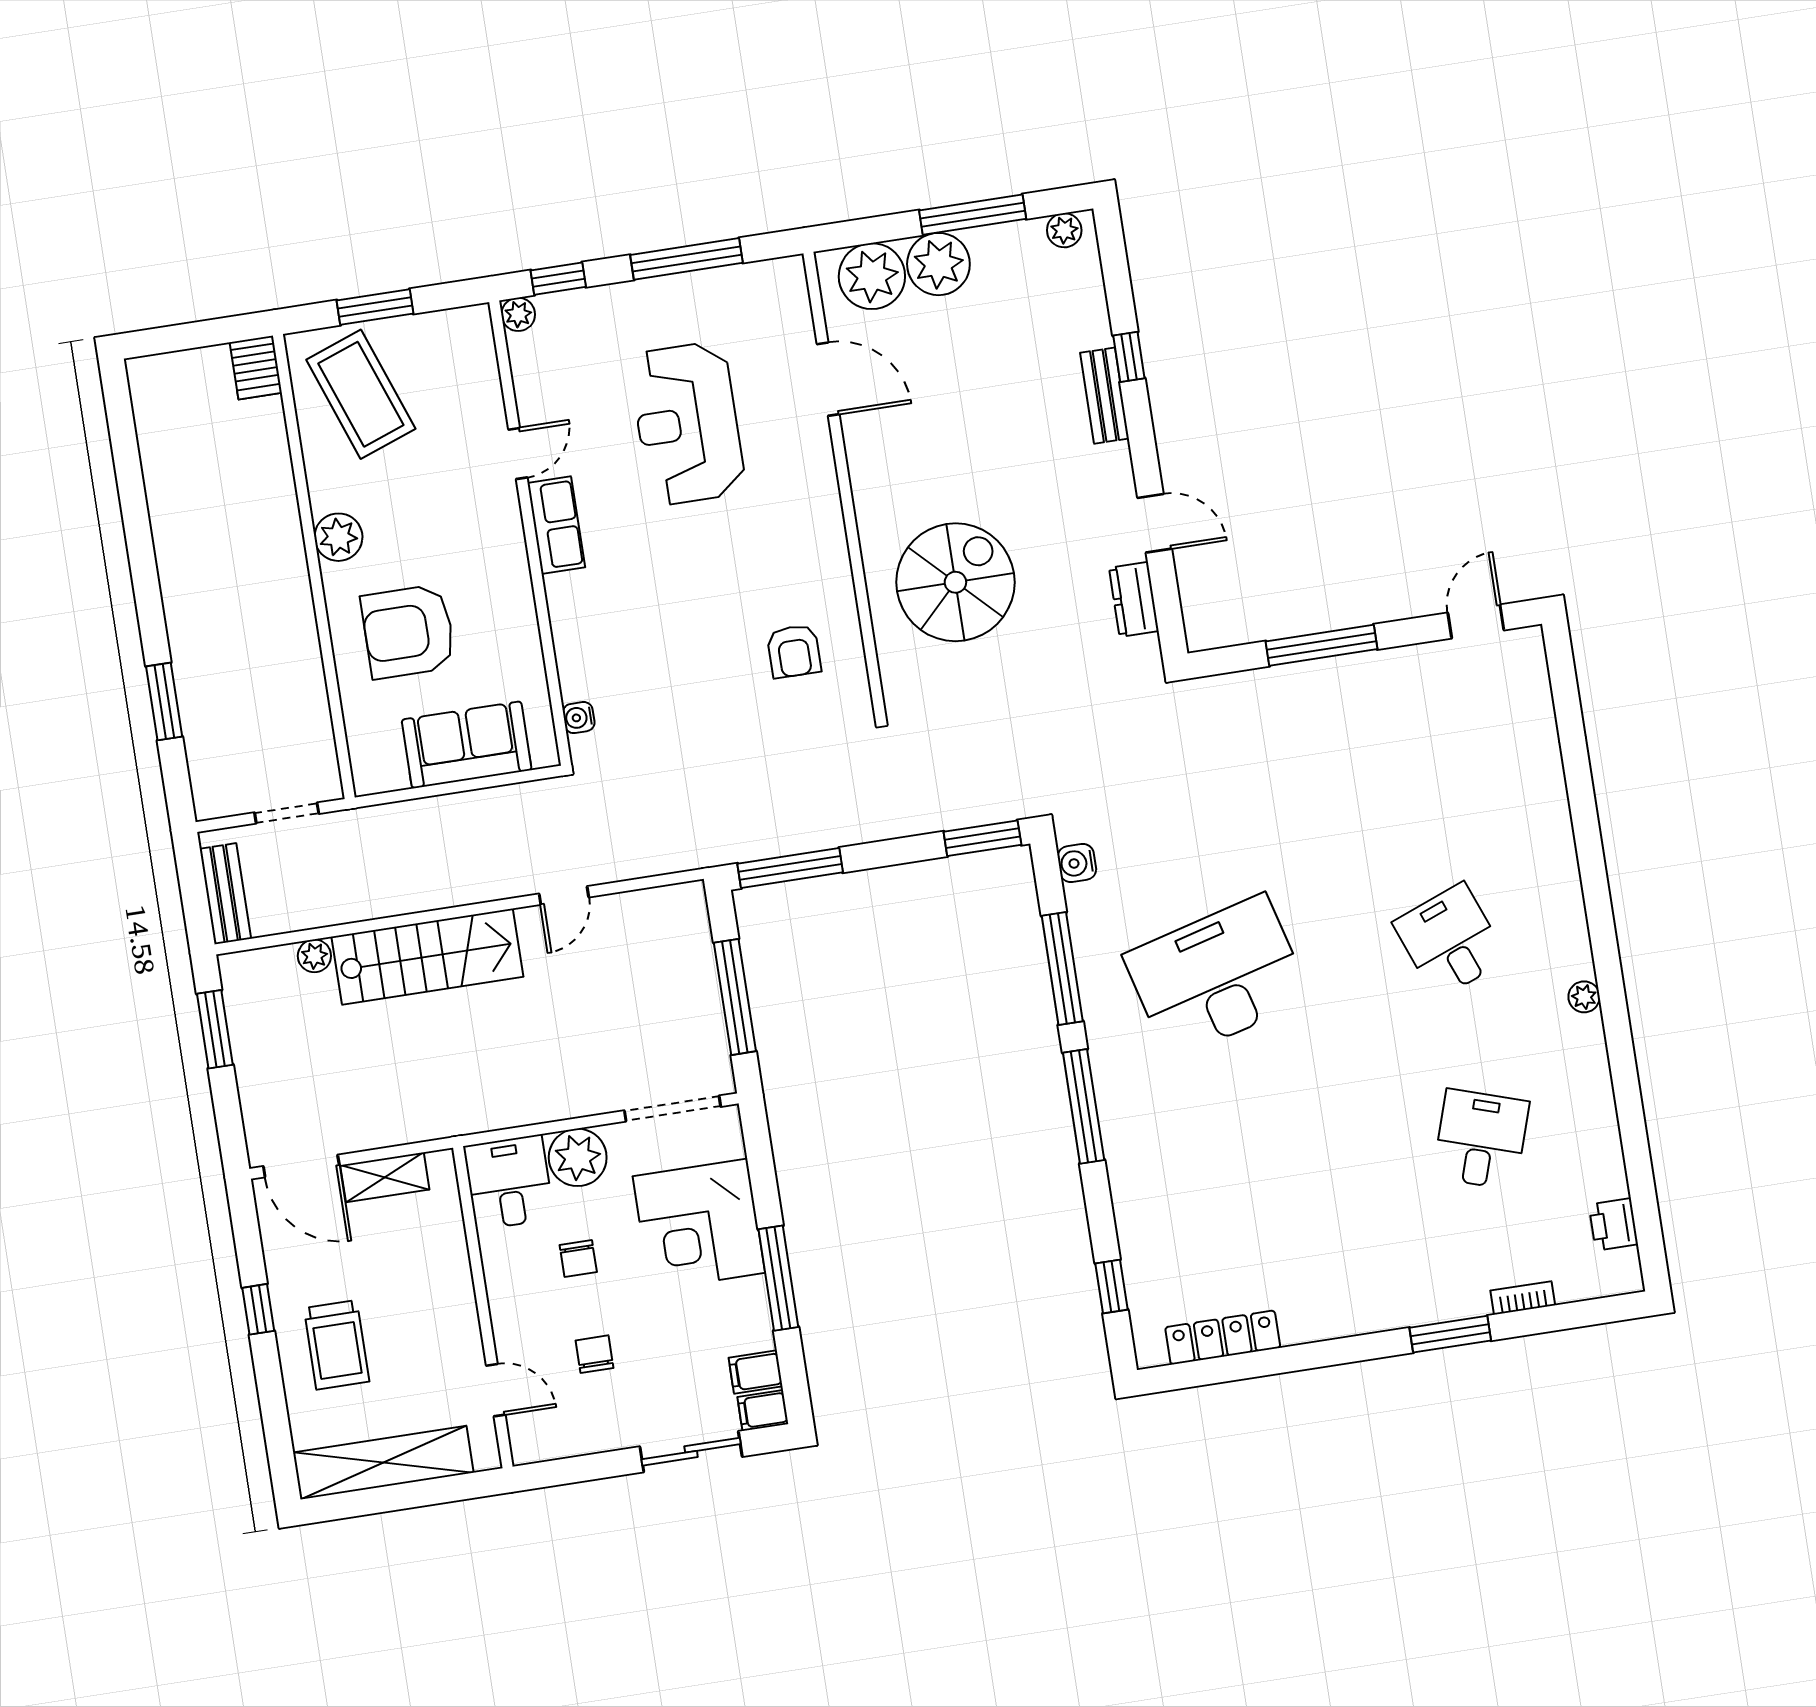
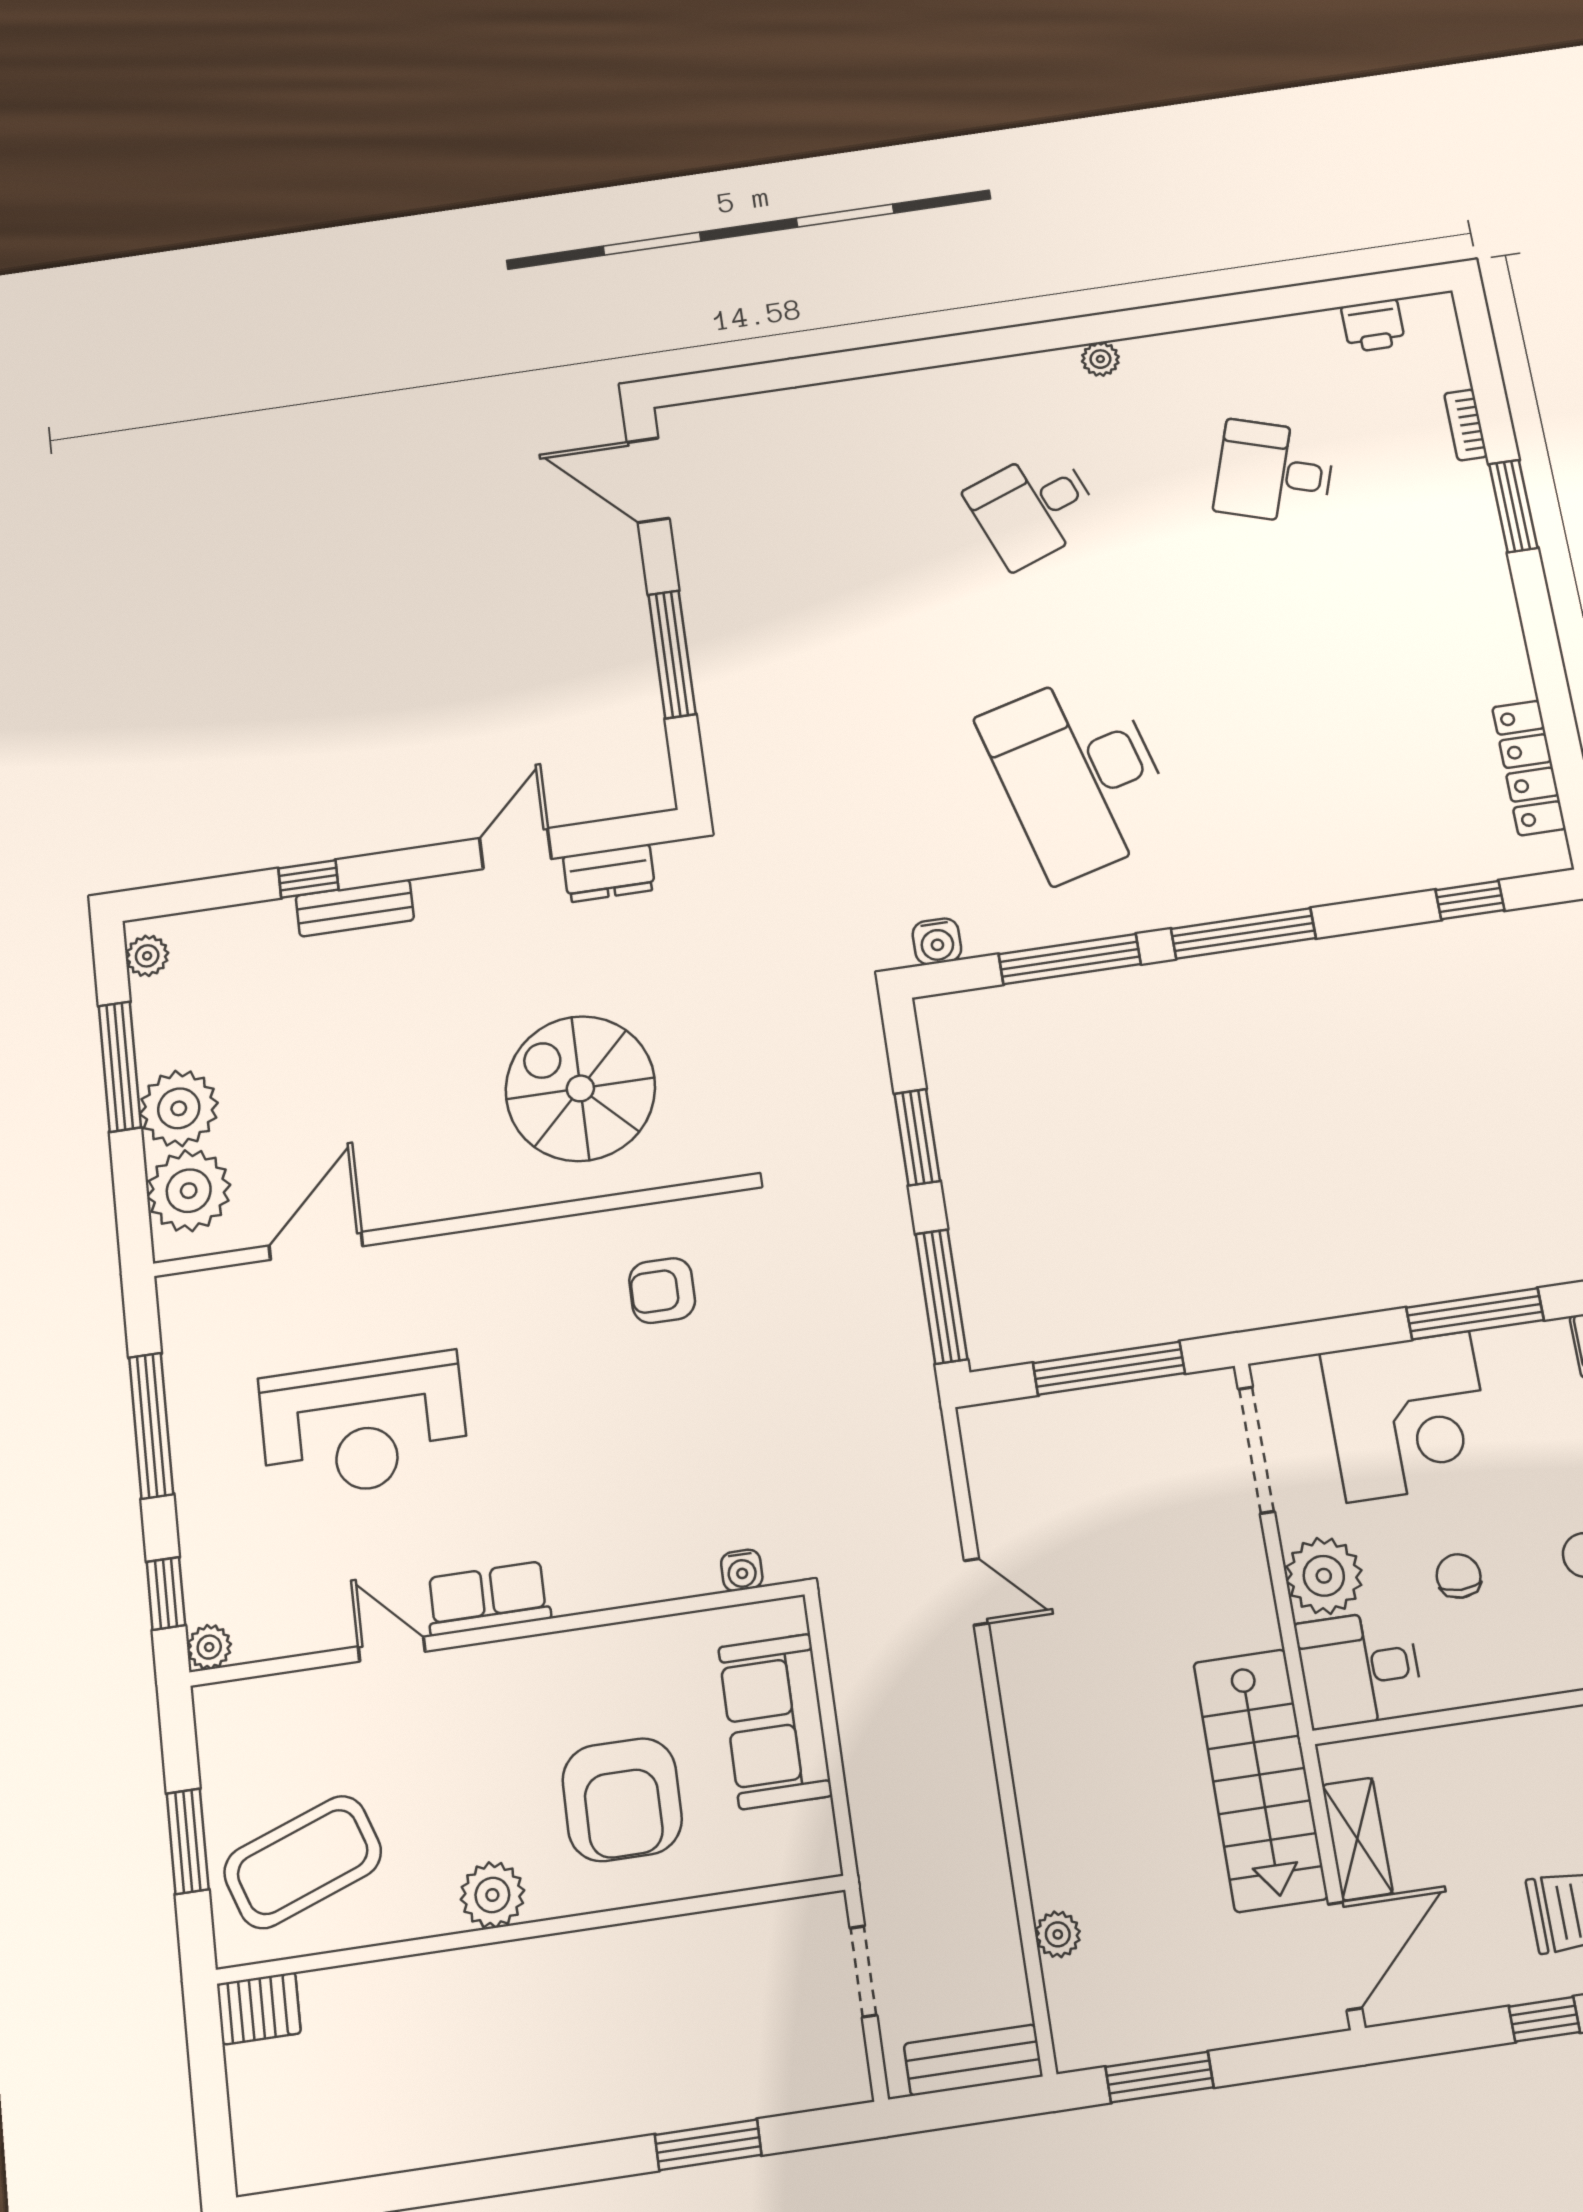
door: (1476, 621) -> (648, 480), width x1.38
armchair: (794, 651) -> (662, 1291), turned 180
window: (982, 838) -> (917, 1137), moved
stairs: (427, 957) -> (1260, 1780), moved, turned 180
chair: (578, 1259) -> (1459, 1576), turned -90

